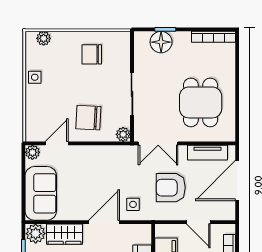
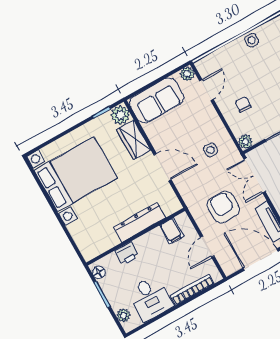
chair: (88, 118) -> (243, 104), width x0.54, depth x0.54
door: (57, 143) -> (206, 90), hinge flipped
side table: (133, 204) -> (211, 150), moved

